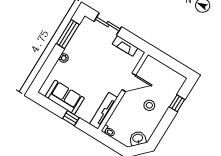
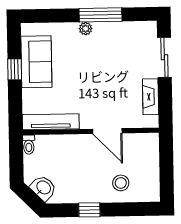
window: (68, 34) -> (101, 15), moved
window: (177, 103) -> (89, 210), moved
stool: (149, 105) -> (121, 183), moved
window: (71, 118) -> (15, 69), moved

